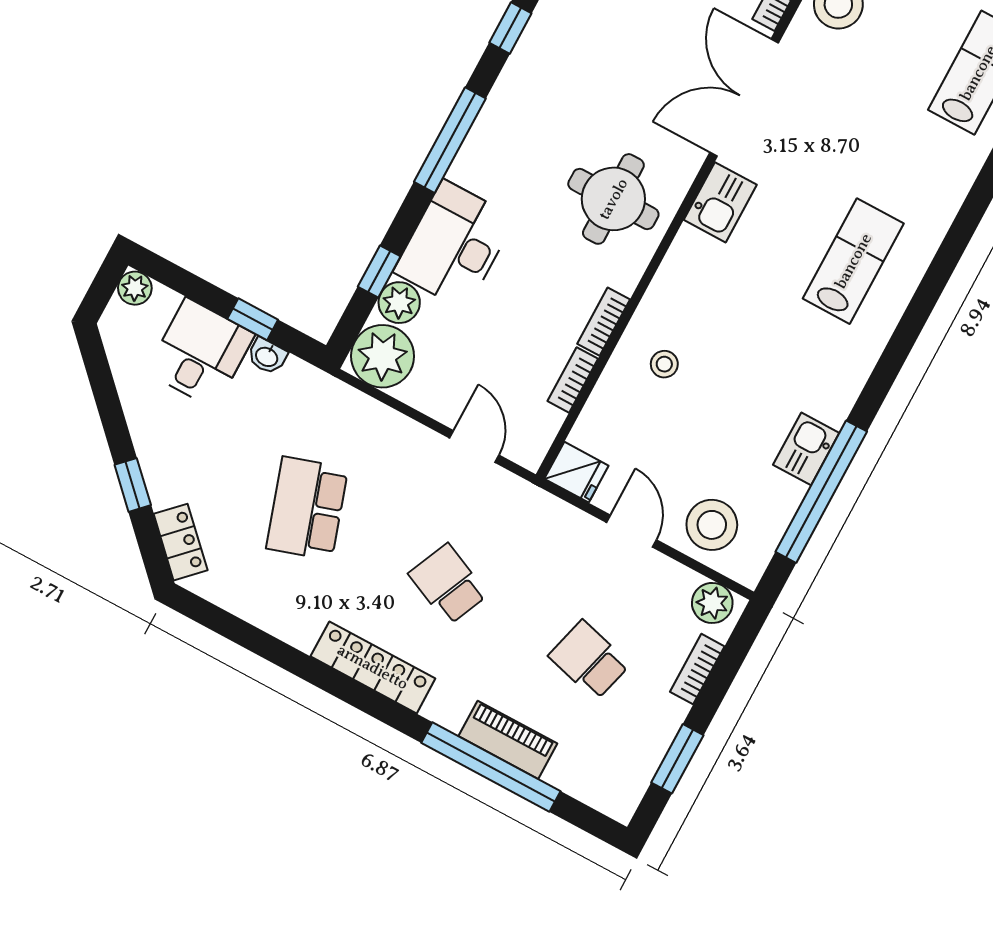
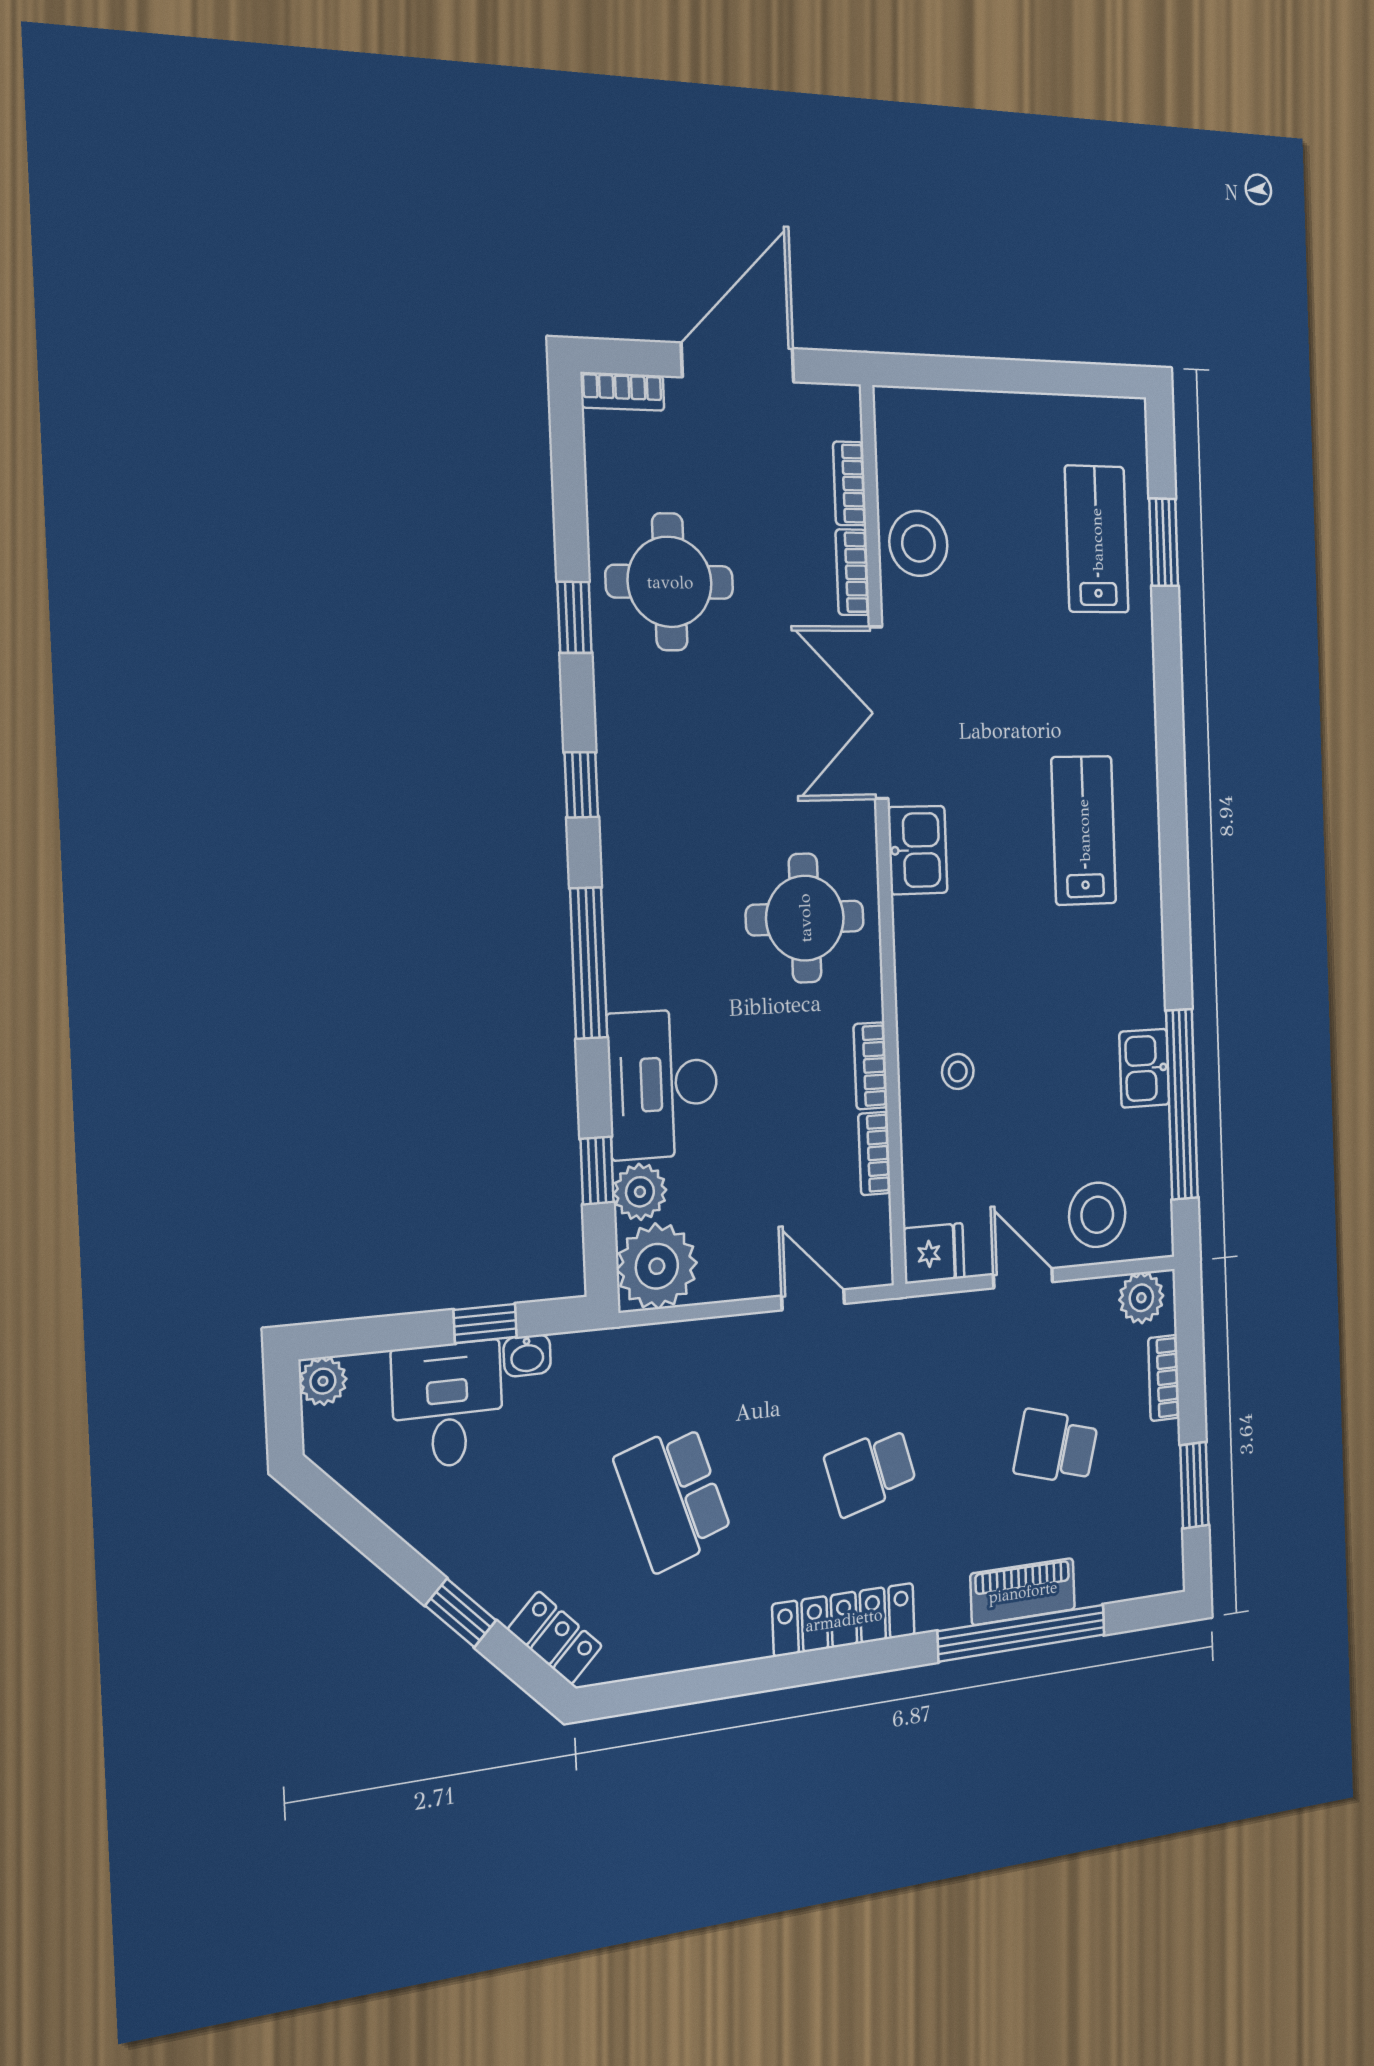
school desk: (448, 584) -> (871, 1471), turned -39

